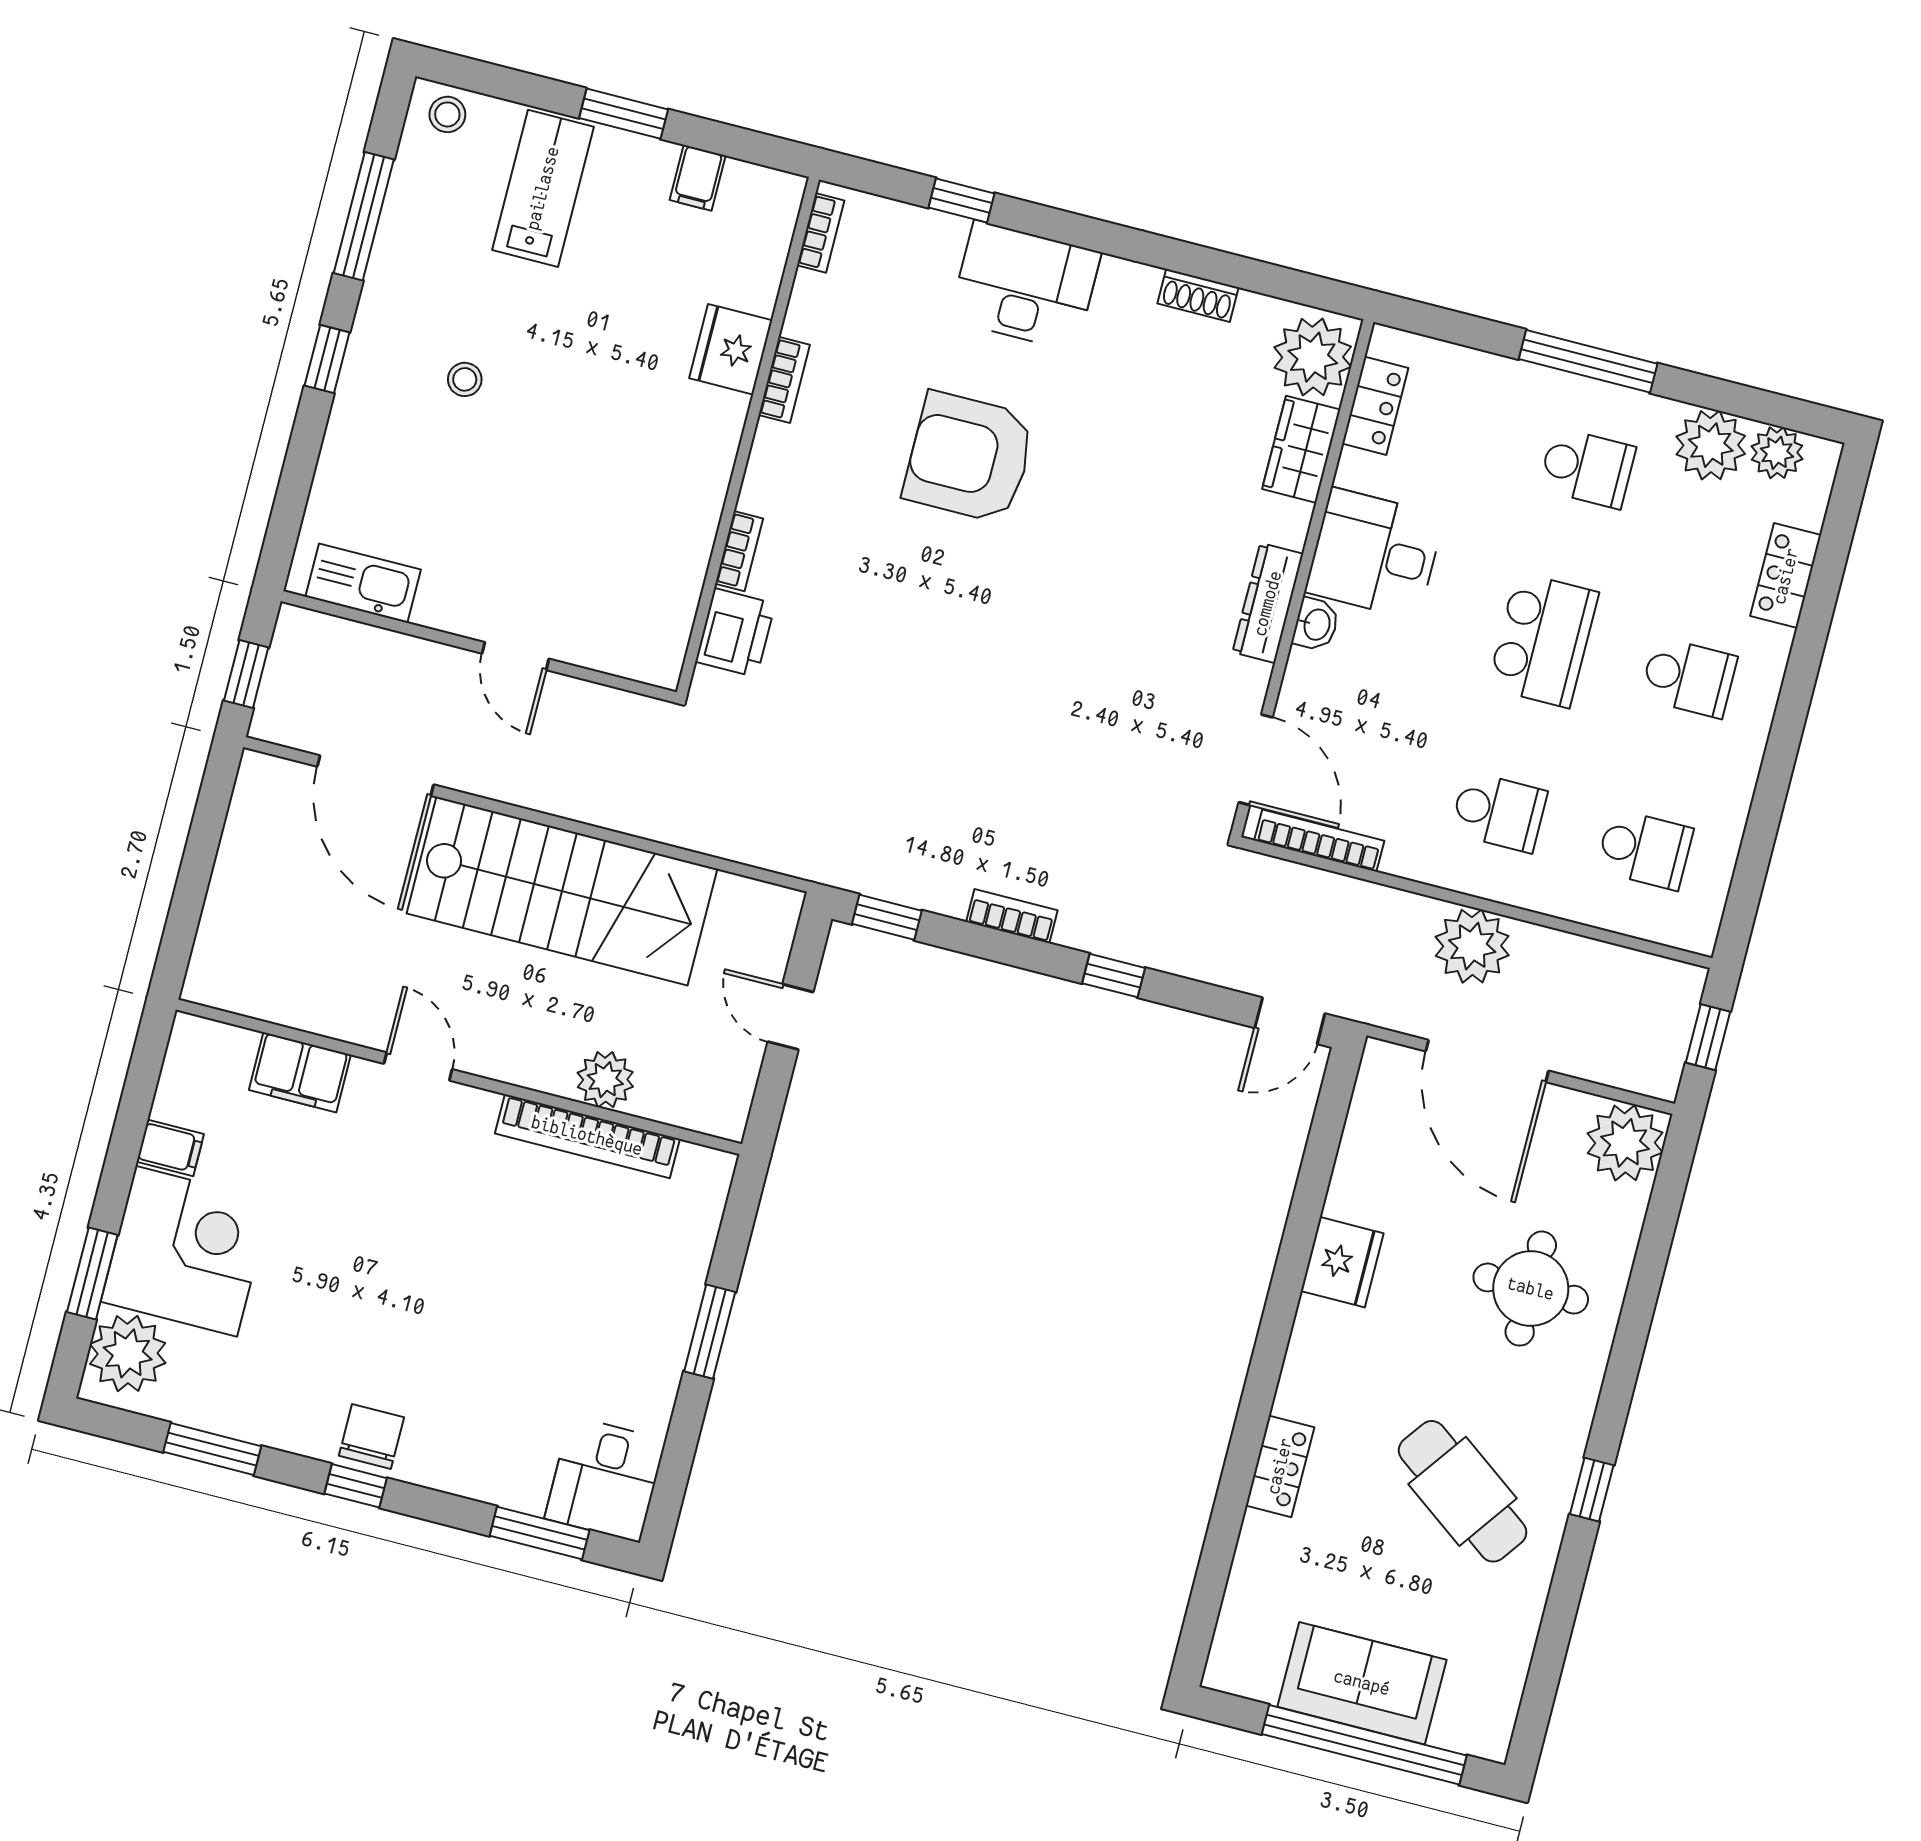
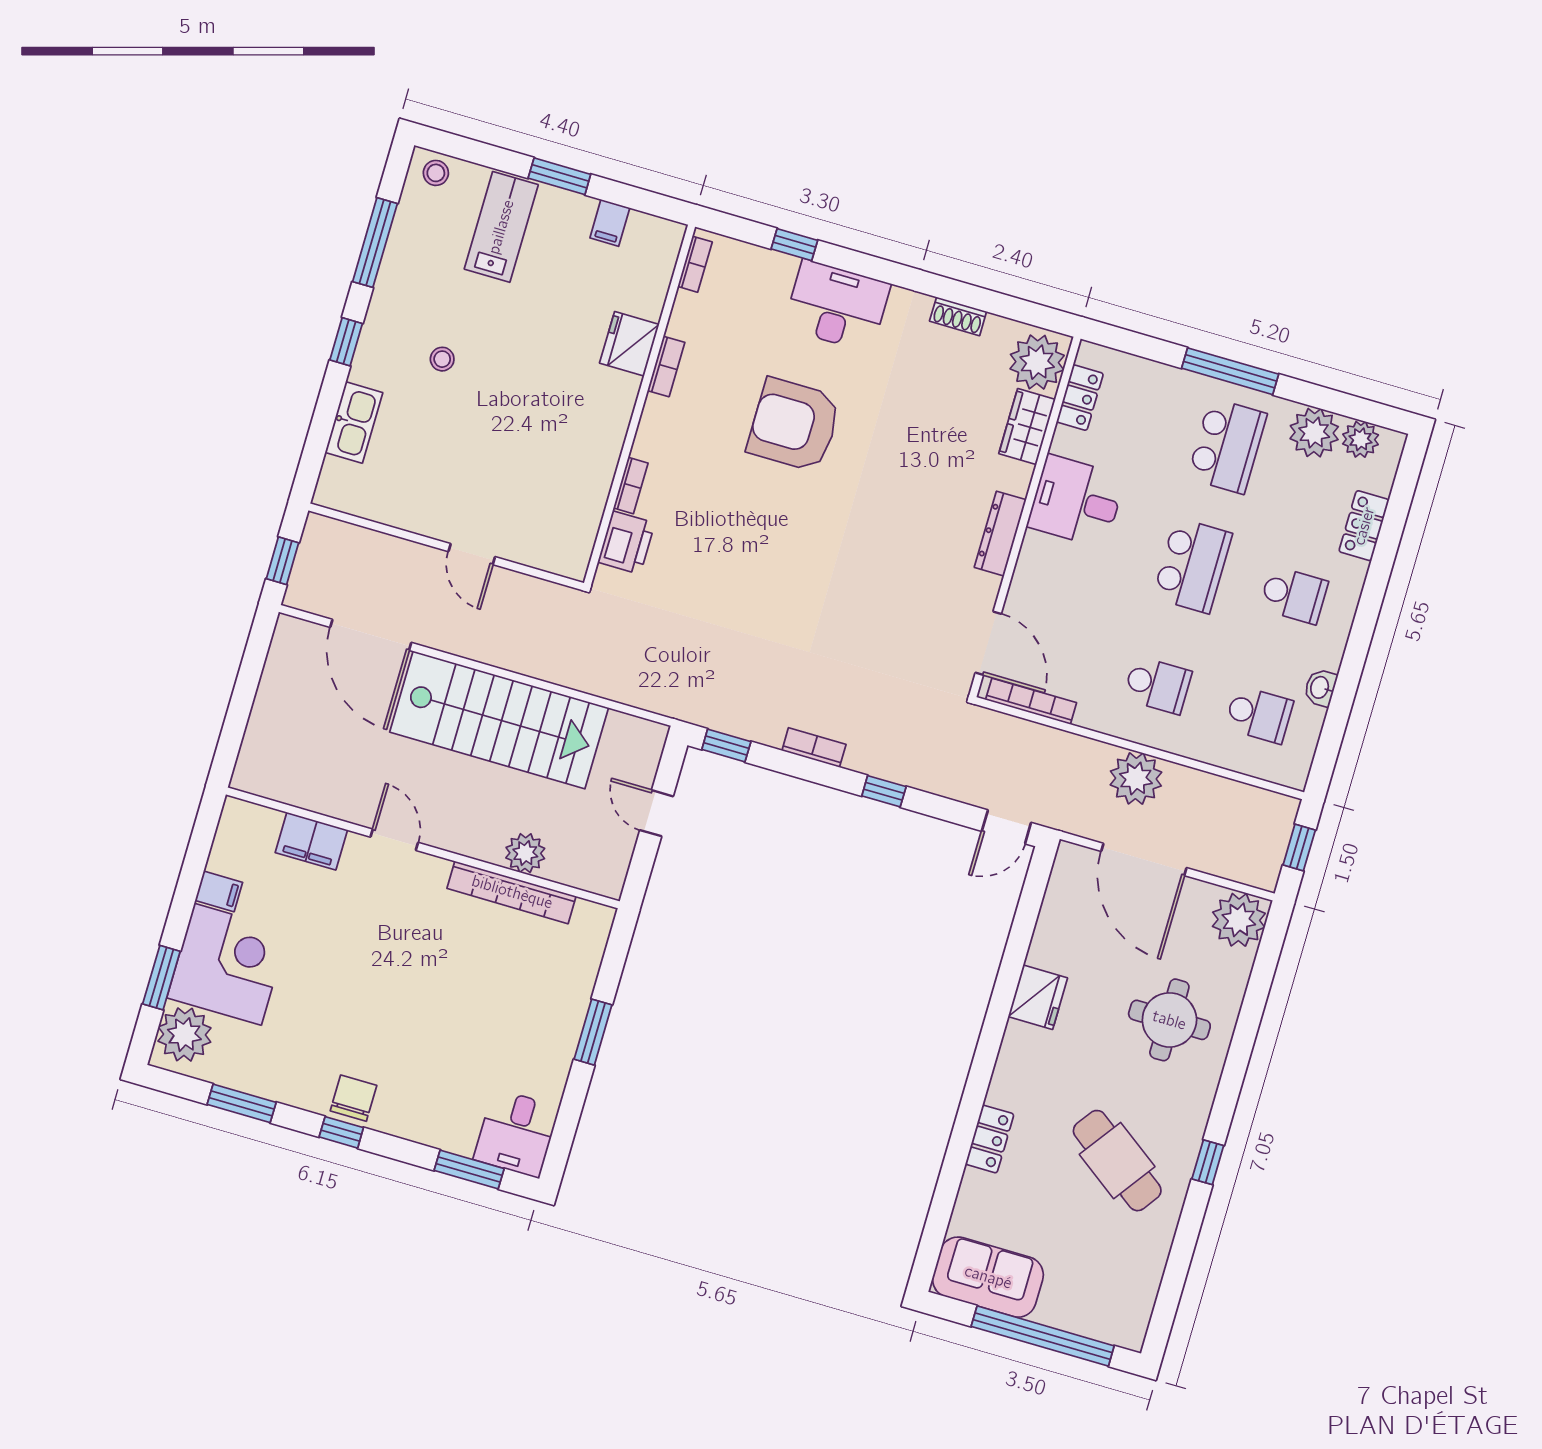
school desk: (1587, 468) -> (1227, 446), width x1.85
kitchen sink: (363, 583) -> (354, 422), moved, turned 90
washbasin: (1316, 624) -> (1320, 688), moved, turned 180
sofa: (1362, 1683) -> (988, 1277), moved

